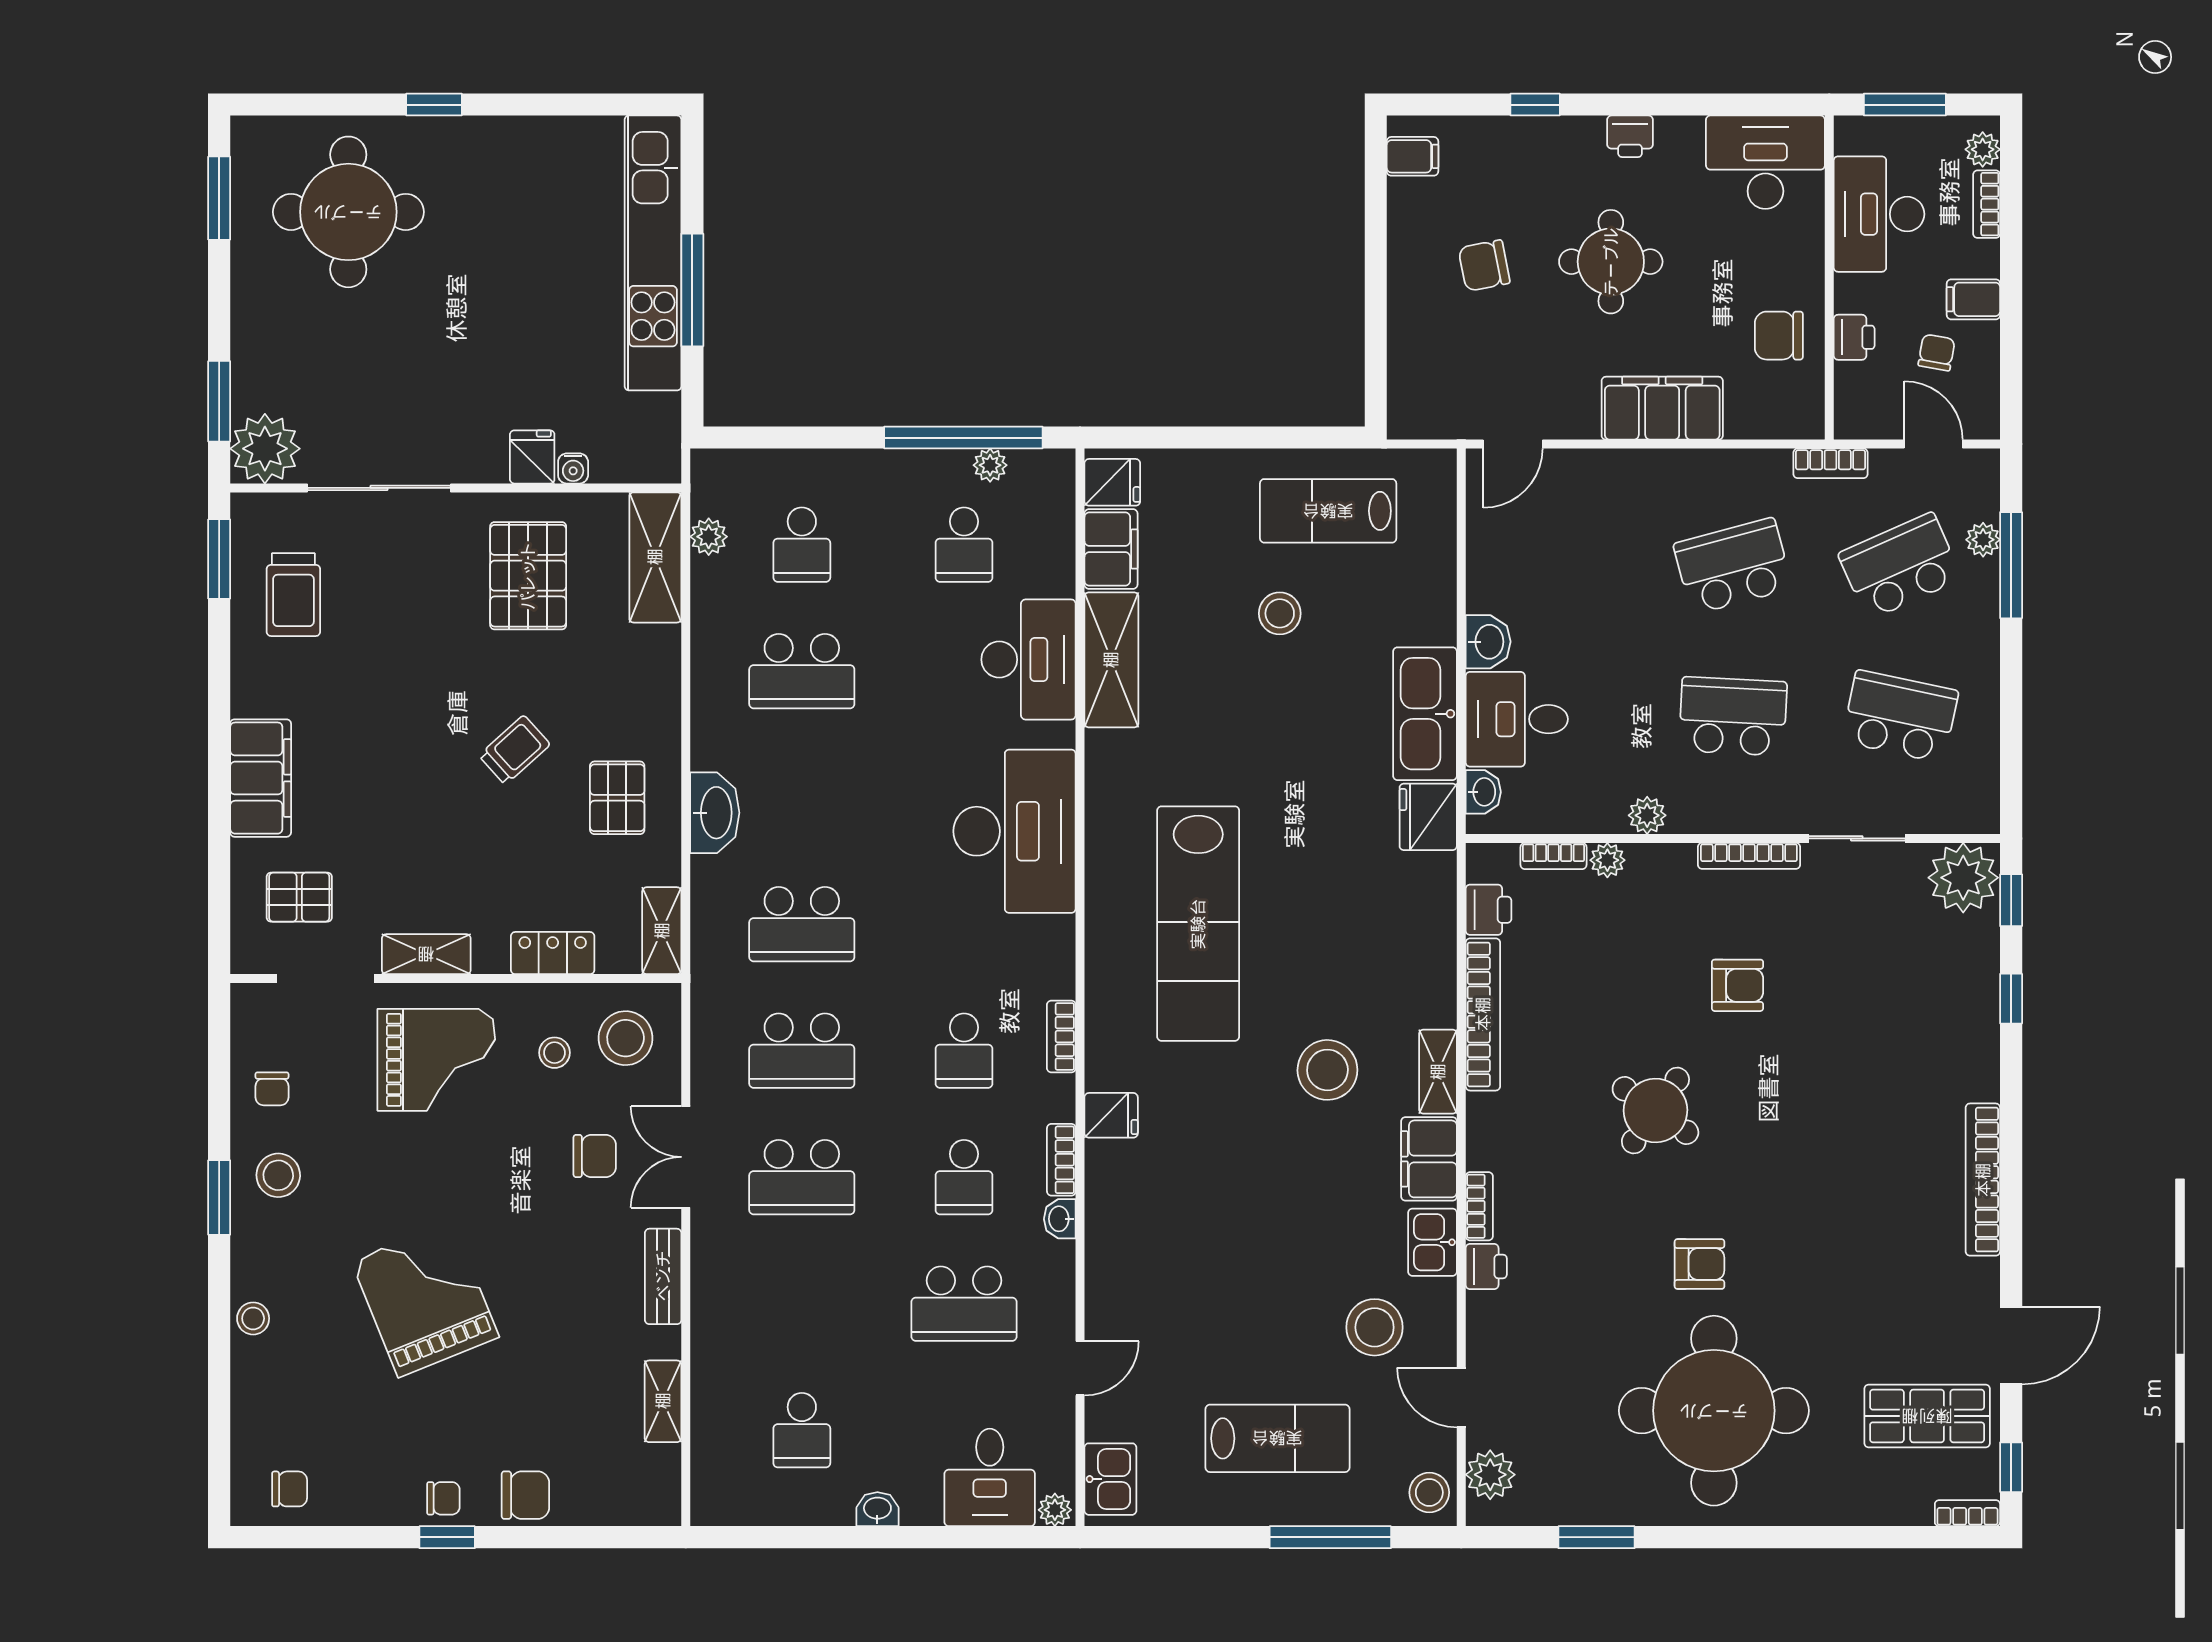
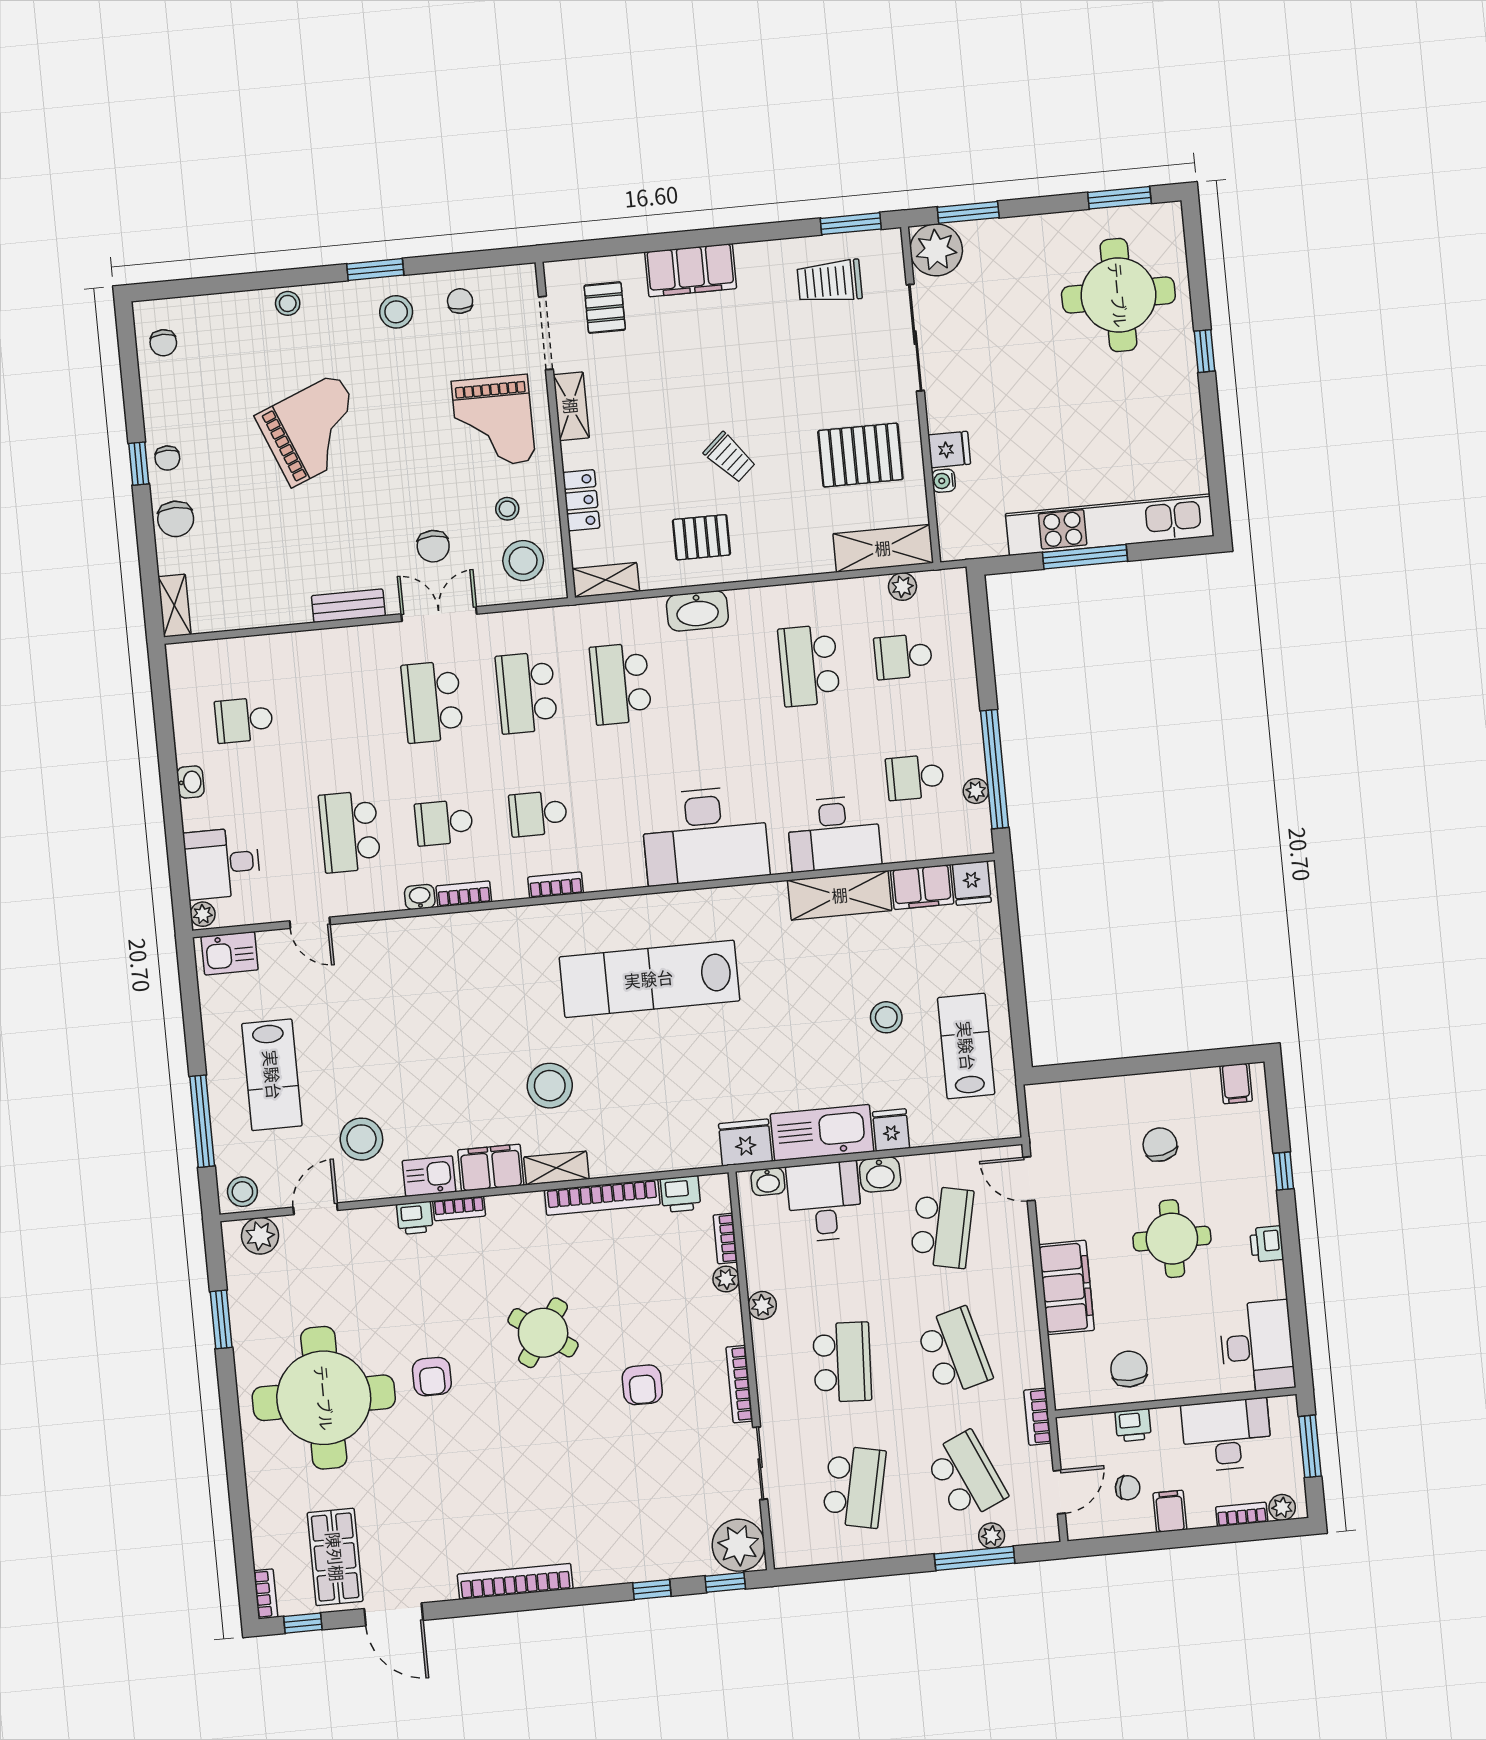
school desk: (1566, 566) -> (942, 1227), added
chair: (272, 1089) -> (460, 301), turned 90
fridge: (1111, 1115) -> (891, 1130), moved, turned 180
shelving: (663, 1401) -> (174, 606), moved, turned 90

